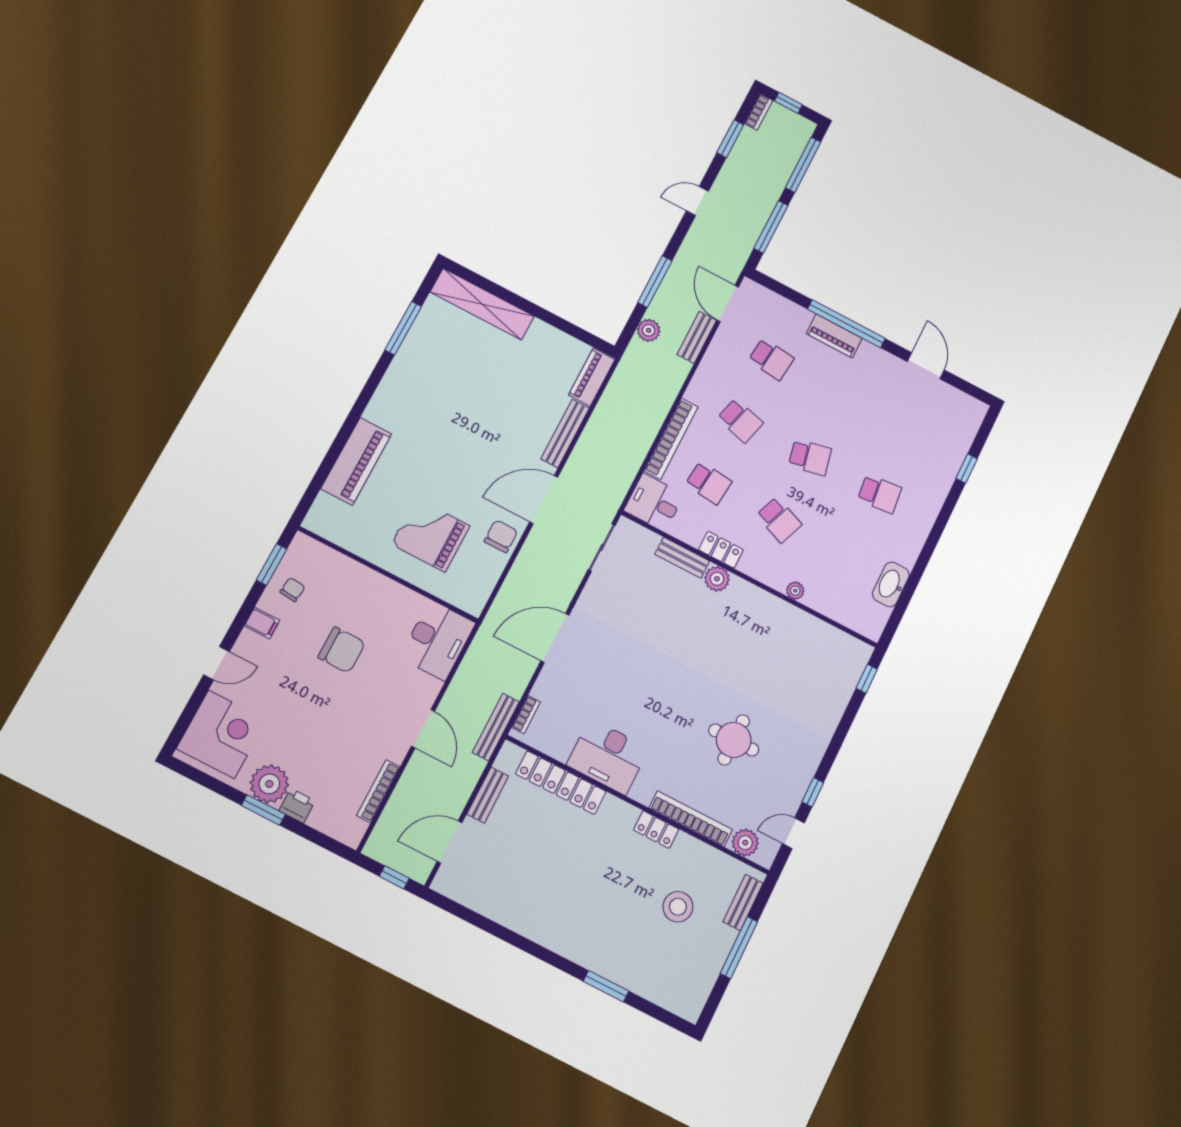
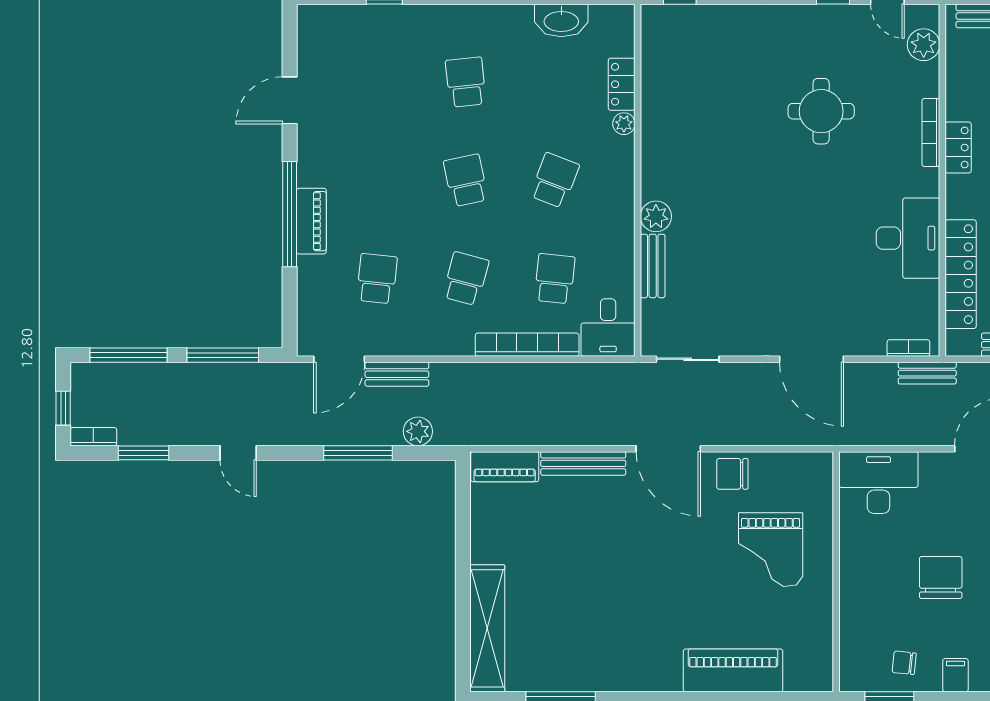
locker: (721, 550) -> (622, 84), moved
bench: (496, 727) -> (927, 373), width x0.73
bookcase: (691, 819) -> (931, 133), width x0.68, depth x0.76

